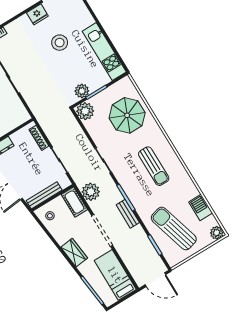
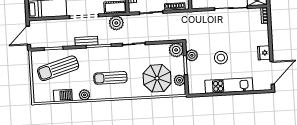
stool: (60, 43) -> (221, 58), moved
kitchen unit: (104, 52) -> (229, 86), moved
plant: (116, 90) -> (180, 80), added
sun lounger: (174, 229) -> (58, 68), turned 180
plant: (217, 233) -> (84, 95), moved

